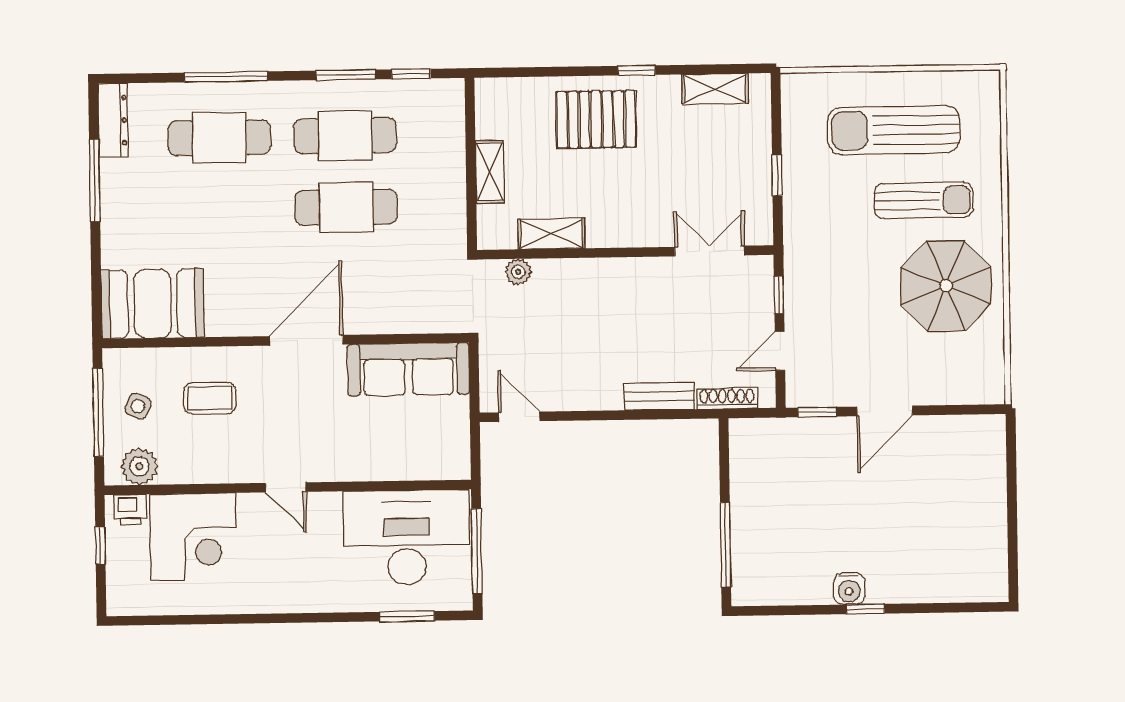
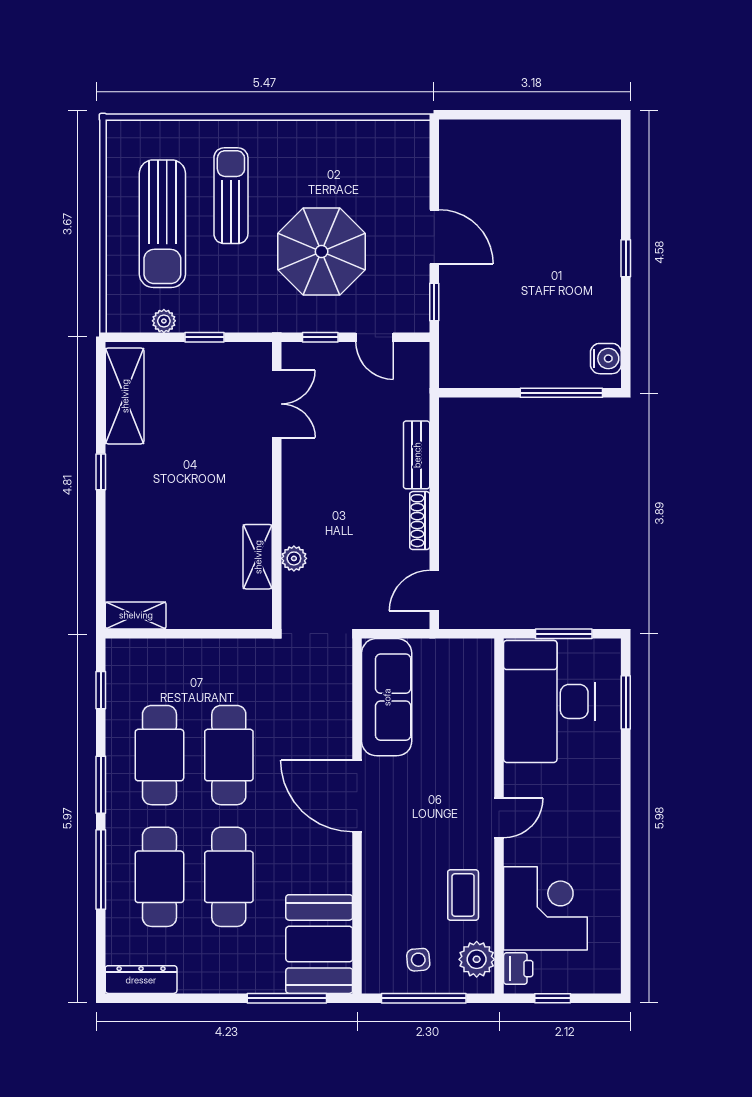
window: (346, 75) -> (101, 785), moved
shelving: (715, 89) -> (125, 396), width x1.50, depth x1.33
pallet: (596, 119) -> (147, 512), removed
plant: (793, 133) -> (164, 321), added
shelving: (490, 172) -> (136, 615), moved
window: (95, 181) -> (287, 998), moved
cafe table: (220, 209) -> (229, 877), added
double door: (709, 251) -> (277, 404), swing flipped
plant: (518, 272) -> (294, 558), moved
parasol: (946, 286) -> (322, 252), moved
coffee table: (210, 398) -> (463, 895), moved
shoe rack: (727, 398) -> (420, 521), moved
side table: (138, 406) -> (418, 960), turned -31
window: (477, 551) -> (564, 634), width x0.69
water cooler: (849, 589) -> (606, 359), moved

